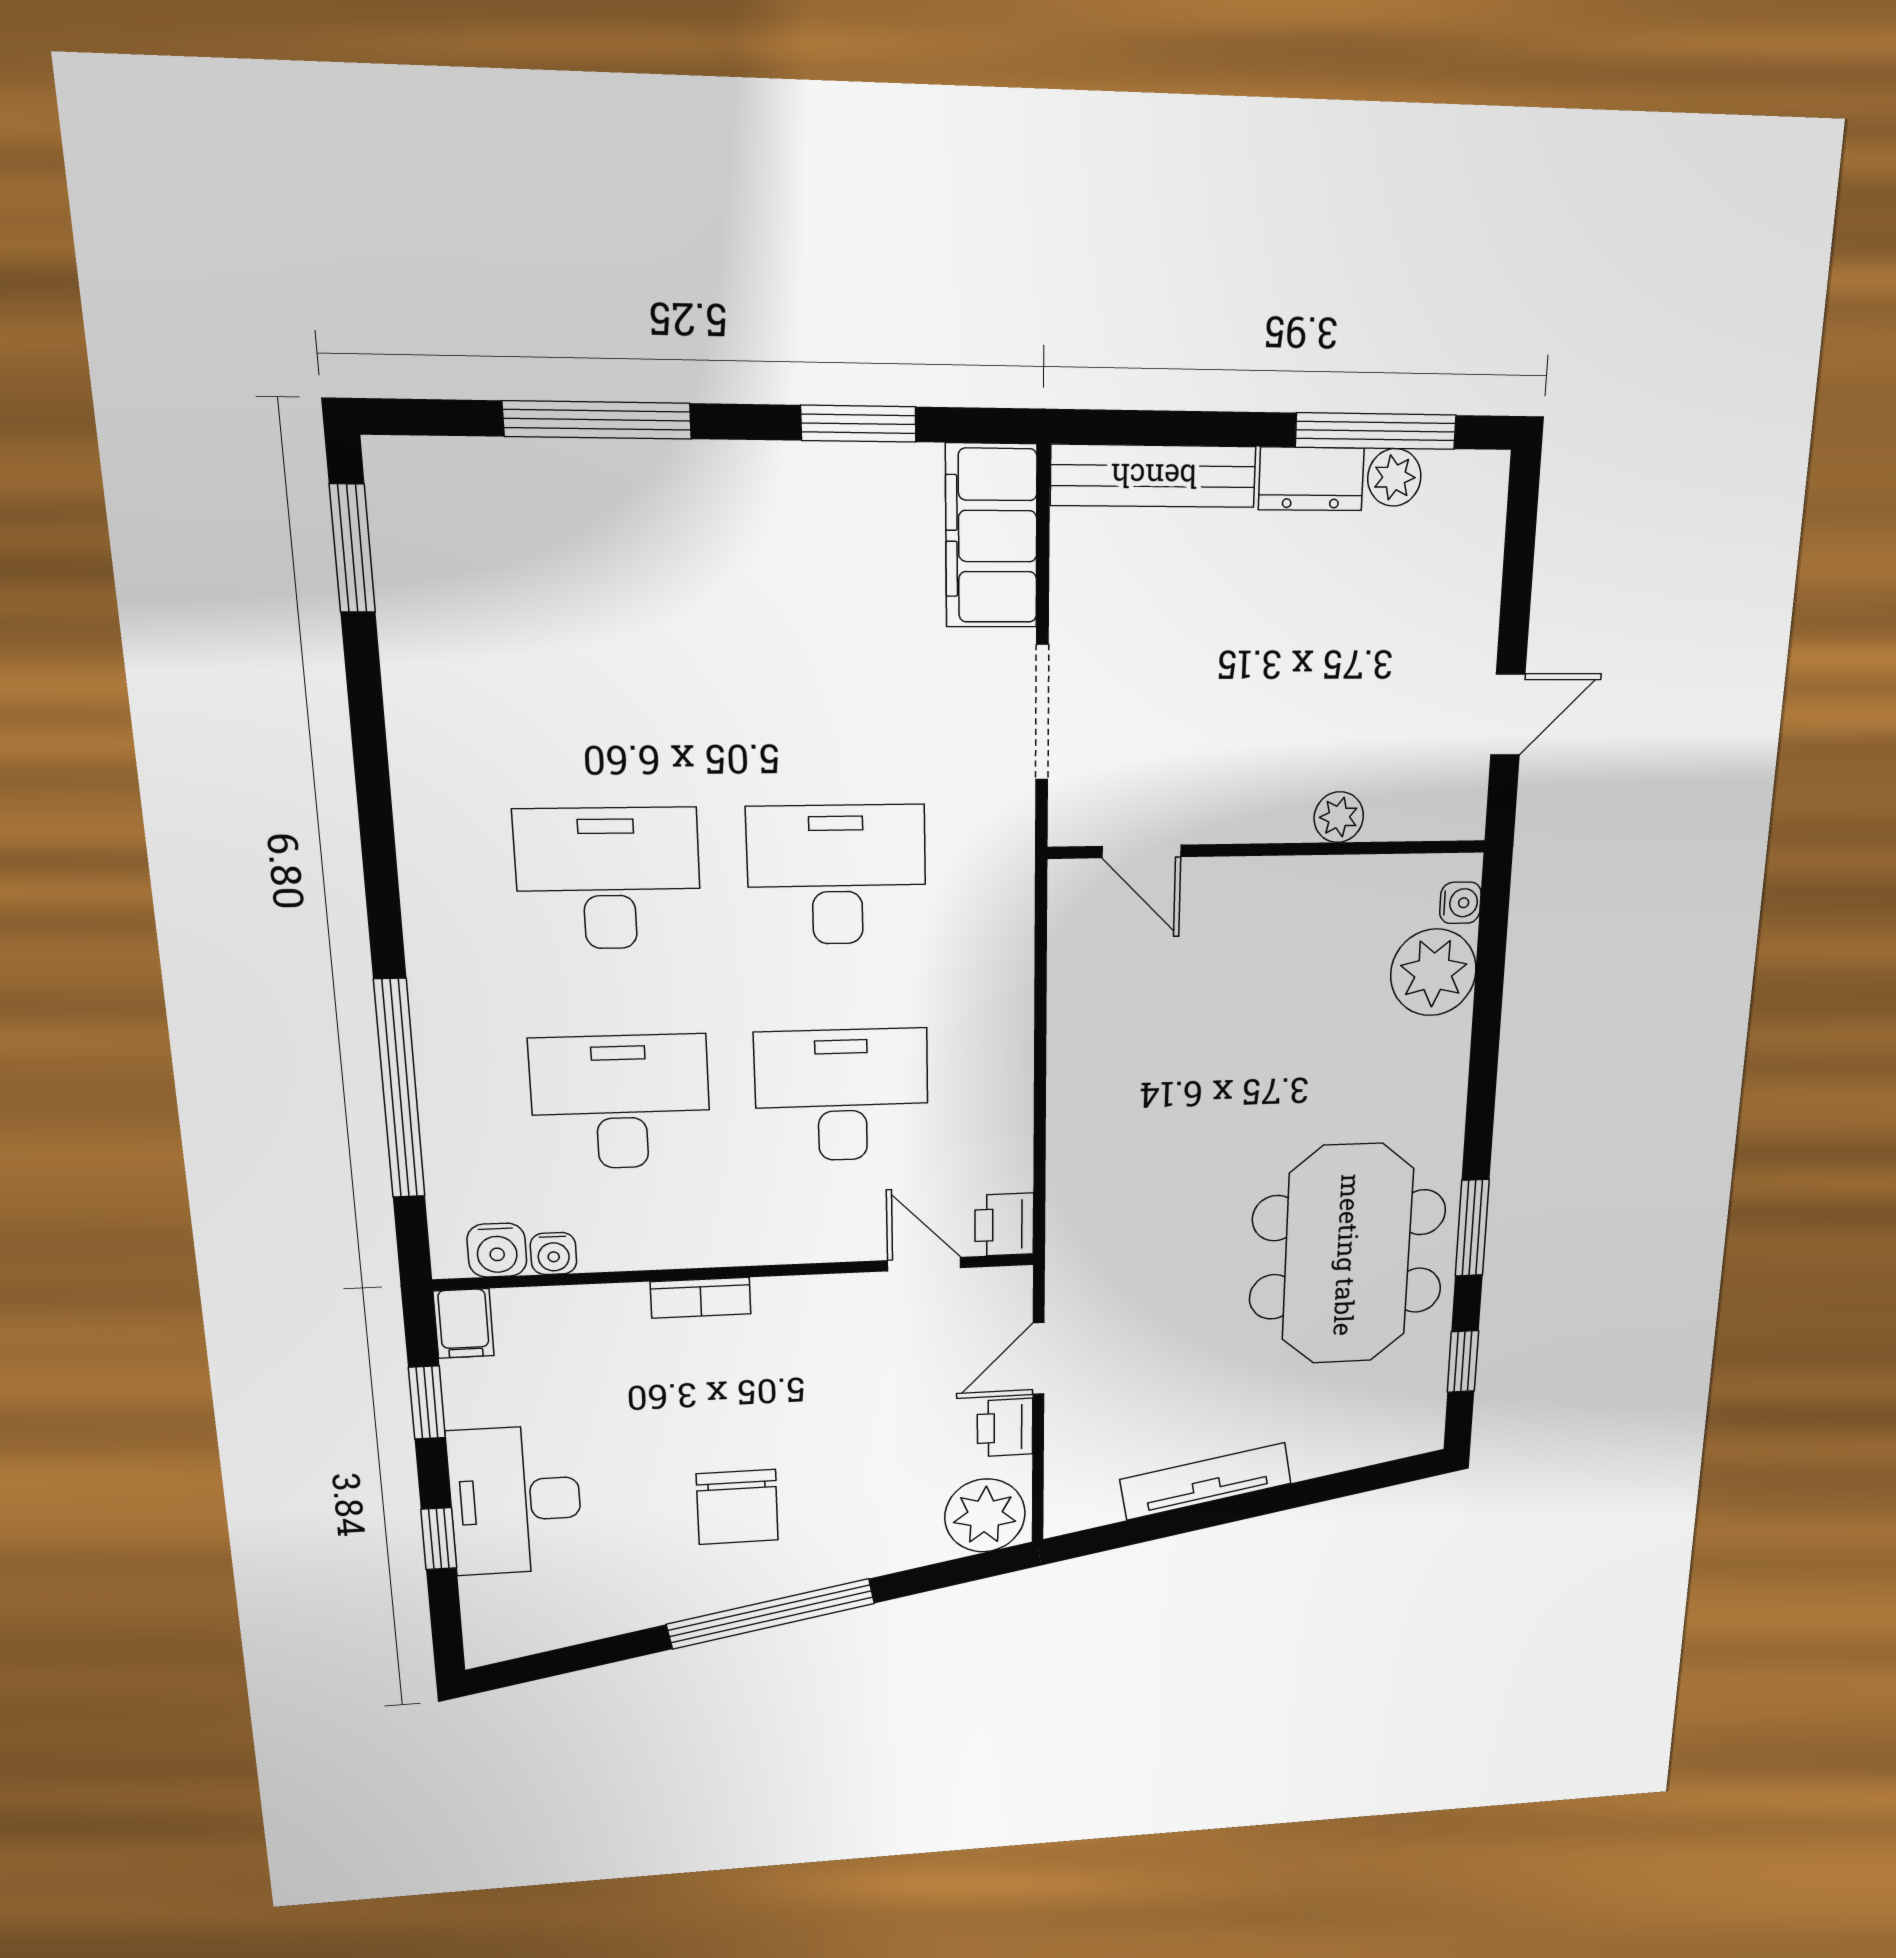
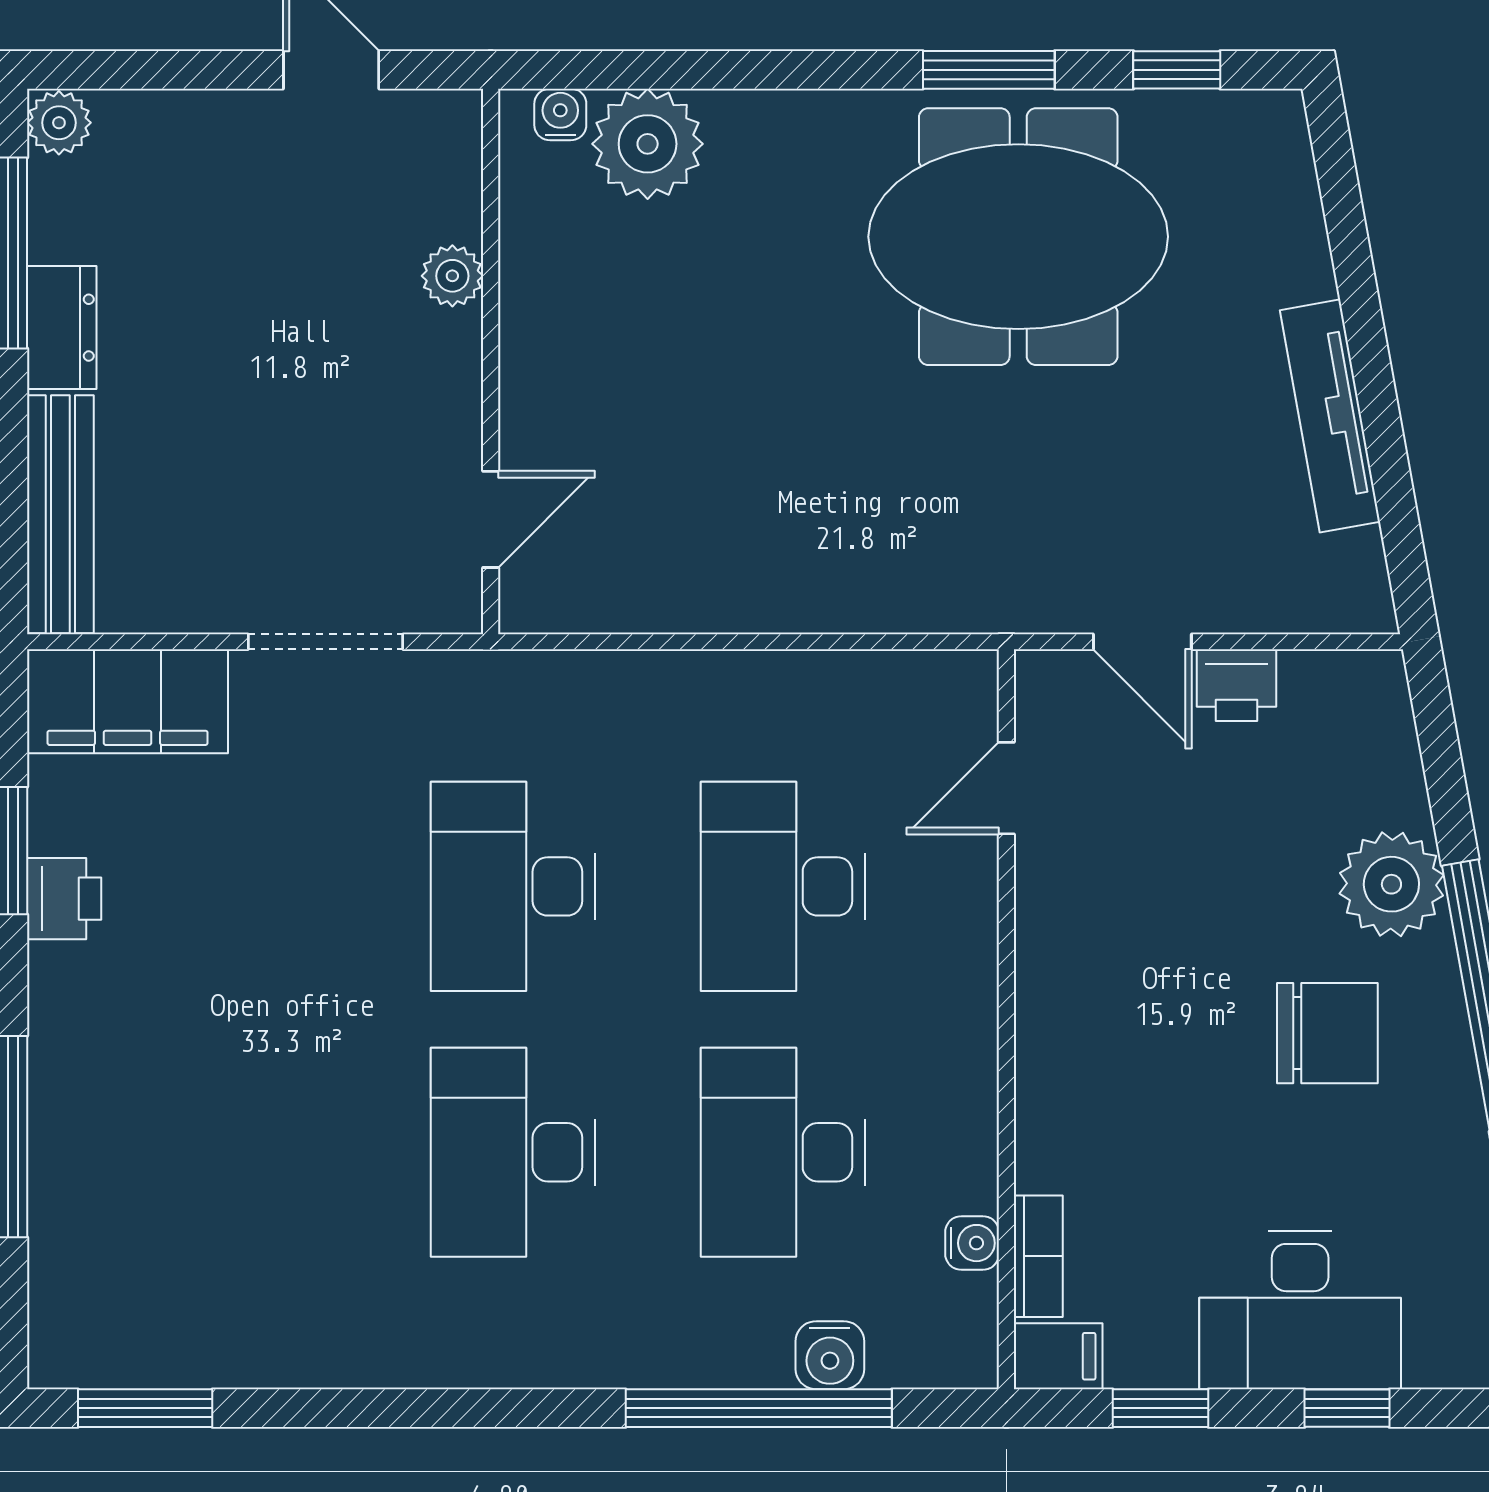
plant: (1394, 477) -> (59, 123), moved
printer: (1004, 1225) -> (64, 899), moved, turned -90
water cooler: (497, 1250) -> (830, 1355), moved, turned 90
bookcase: (701, 1298) -> (1038, 1256), moved
plant: (985, 1515) -> (1391, 884), moved

